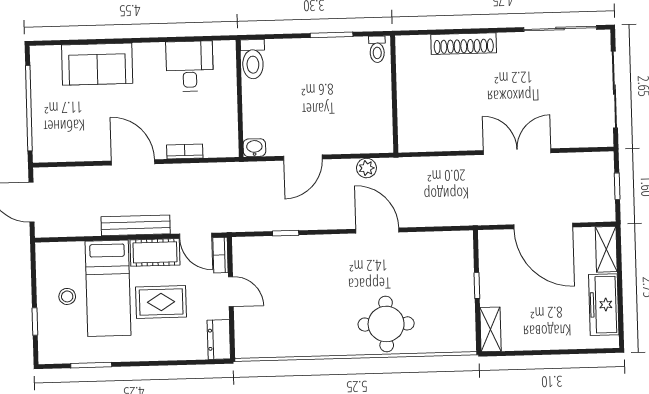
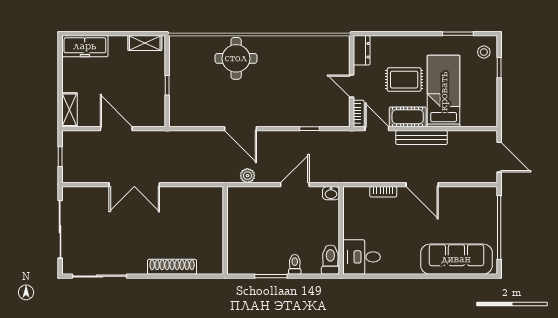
toilet: (377, 49) -> (295, 264), moved
sofa: (97, 64) -> (456, 259), width x1.36
desk: (190, 66) -> (362, 257), moved, turned 90
door: (543, 226) -> (116, 129), width x0.73
stool: (67, 296) -> (484, 52), moved
freezer: (604, 305) -> (85, 46), moved, turned 90
shelving: (490, 329) -> (145, 43), moved, turned 90

